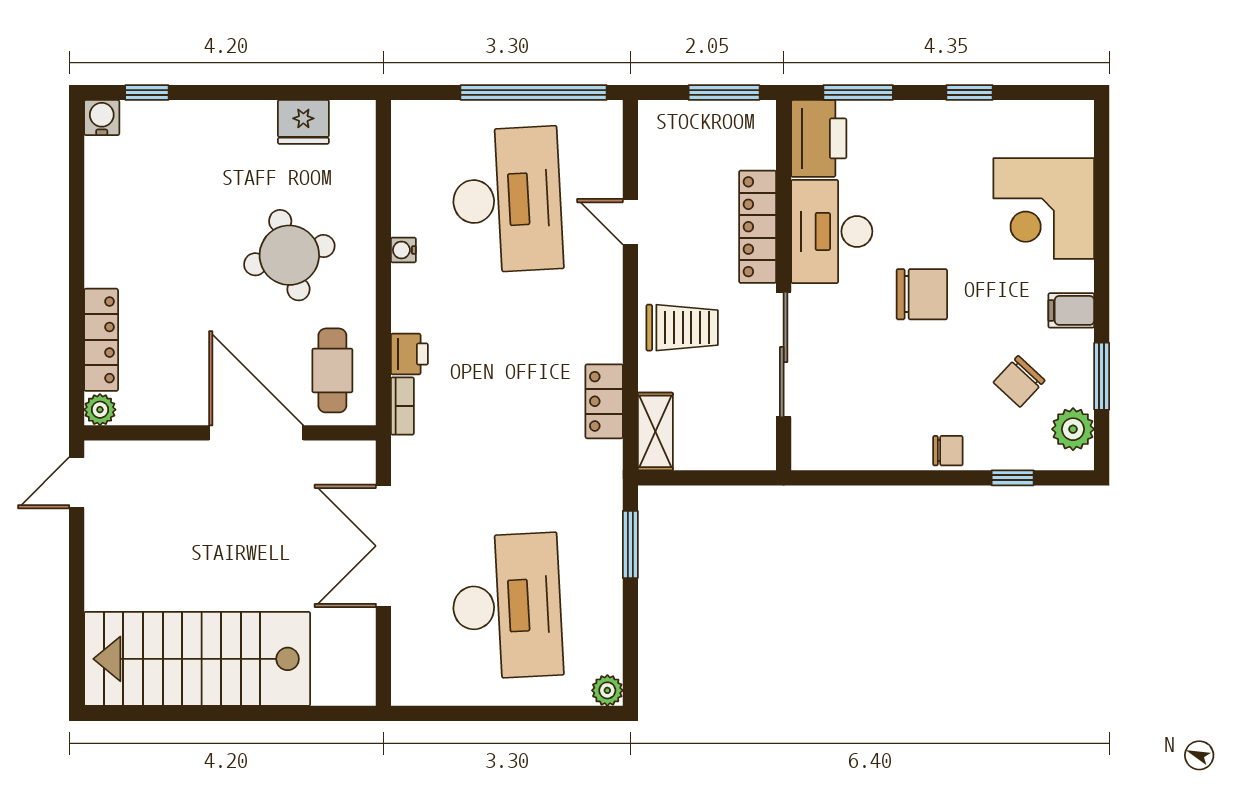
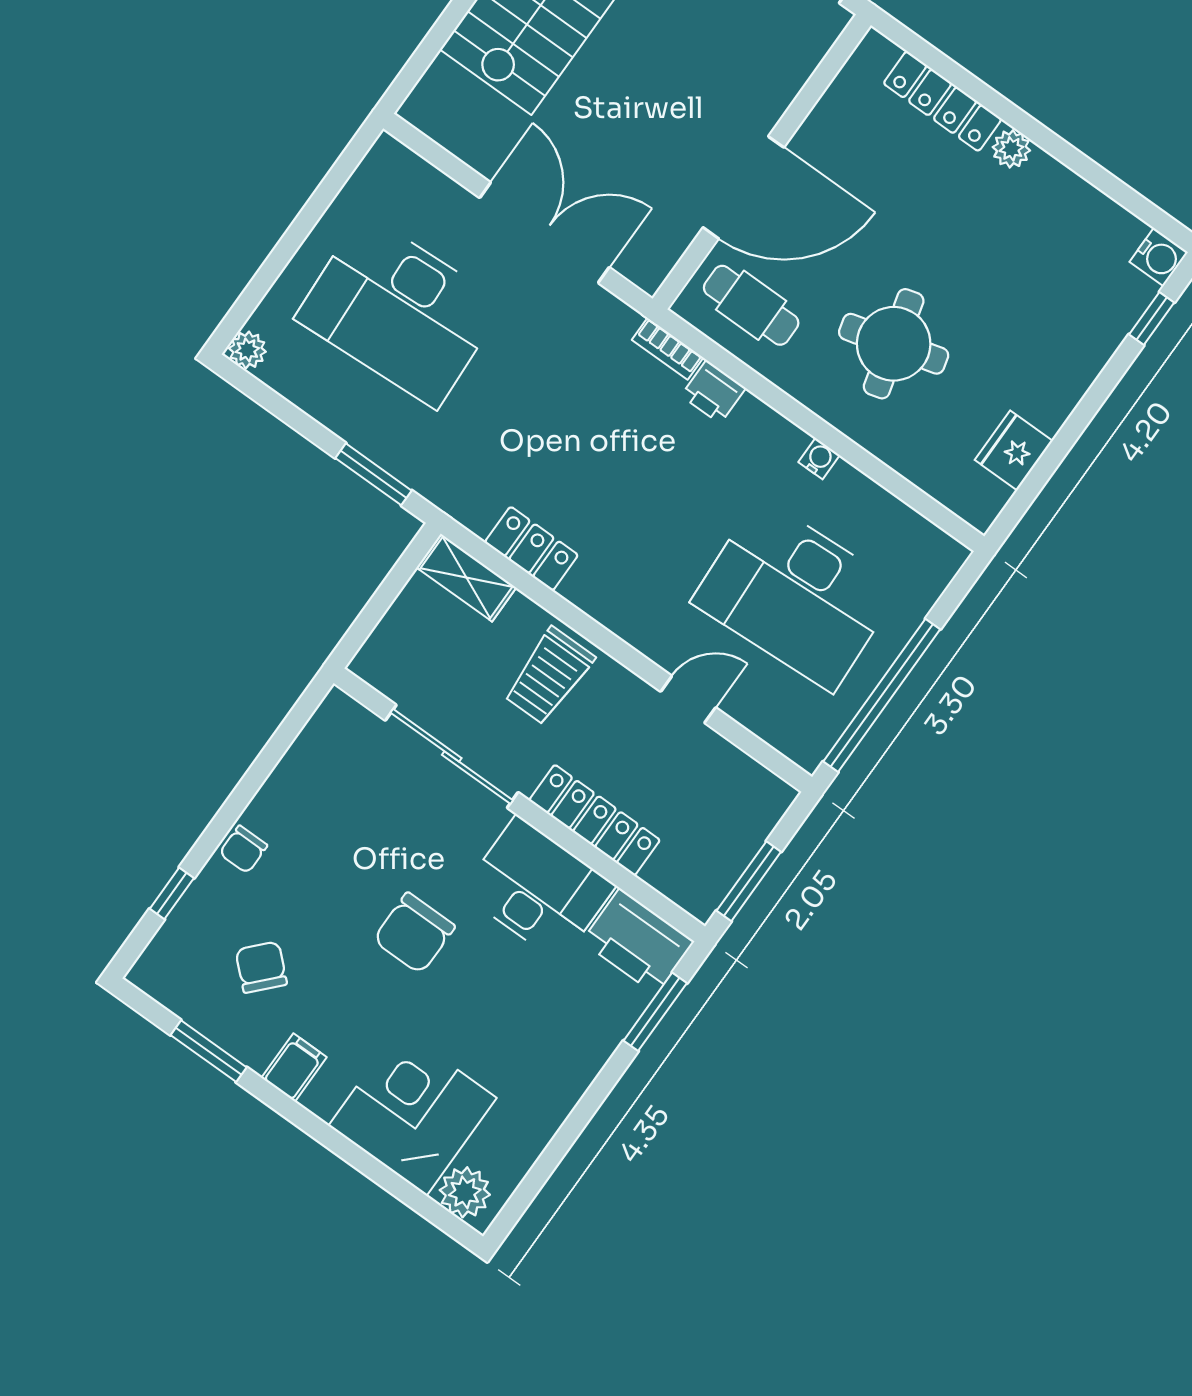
window: (969, 93) -> (577, 1120), removed
plant: (100, 410) -> (1011, 149), moved
plant: (1073, 429) -> (465, 1192), moved

